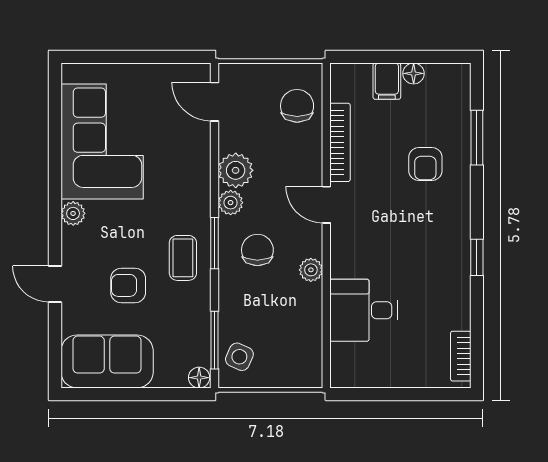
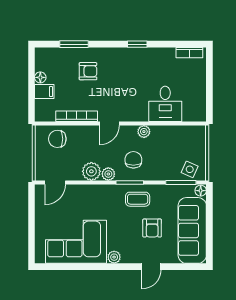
chair: (257, 250) -> (133, 160), turned 90
sofa: (107, 361) -> (192, 230), width x1.36

